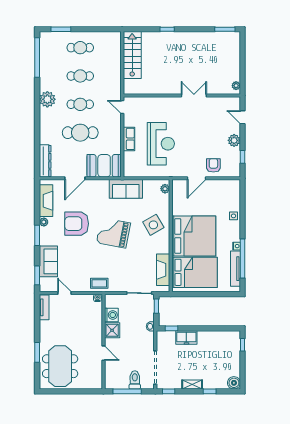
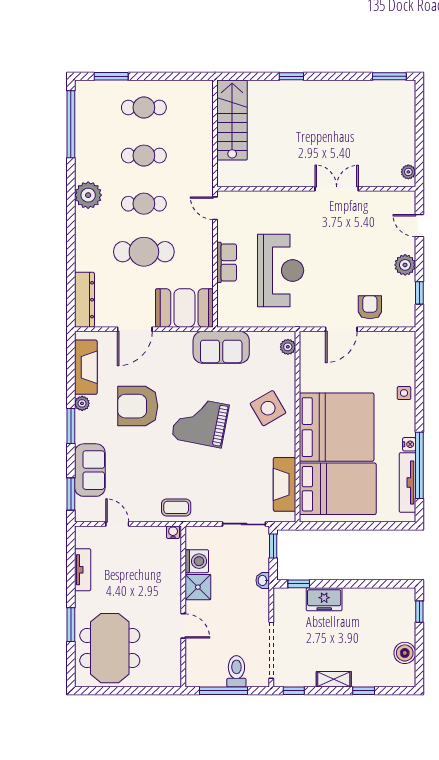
tv unit: (44, 307) -> (83, 570), moved
boiler: (234, 383) -> (405, 653), moved

